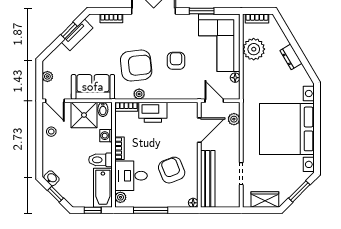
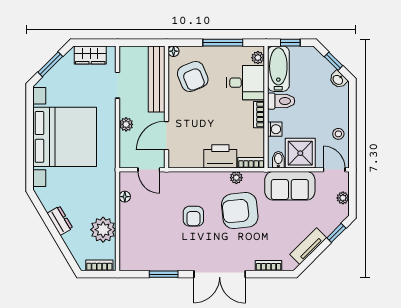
window: (69, 30) -> (336, 233), moved
corner sofa: (219, 43) -> (143, 237), removed
plant: (234, 119) -> (126, 124), moved
armchair: (172, 170) -> (193, 76), moved

